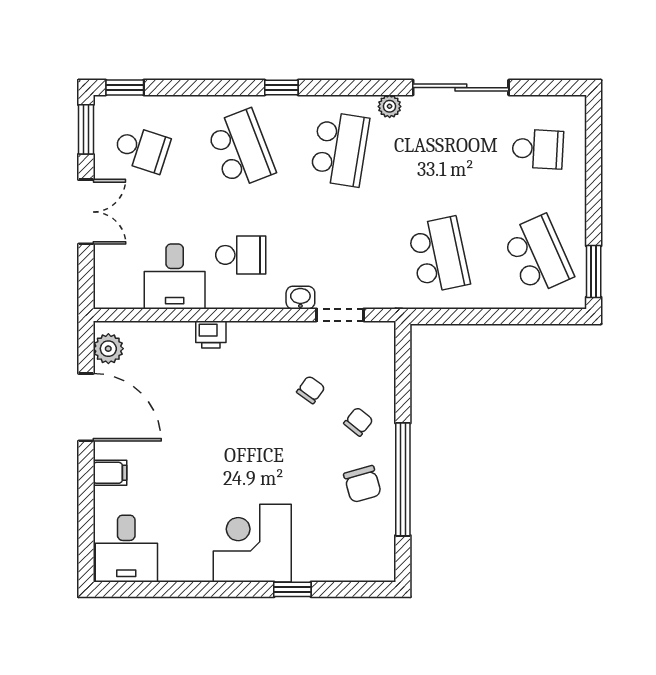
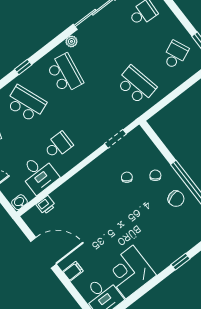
school desk: (538, 255) -> (175, 55), width x0.54
washbasin: (300, 298) -> (19, 202), moved
printer: (211, 334) -> (46, 205), moved
plant: (108, 349) -> (34, 223), removed
corner desk: (252, 543) -> (129, 272), moved

